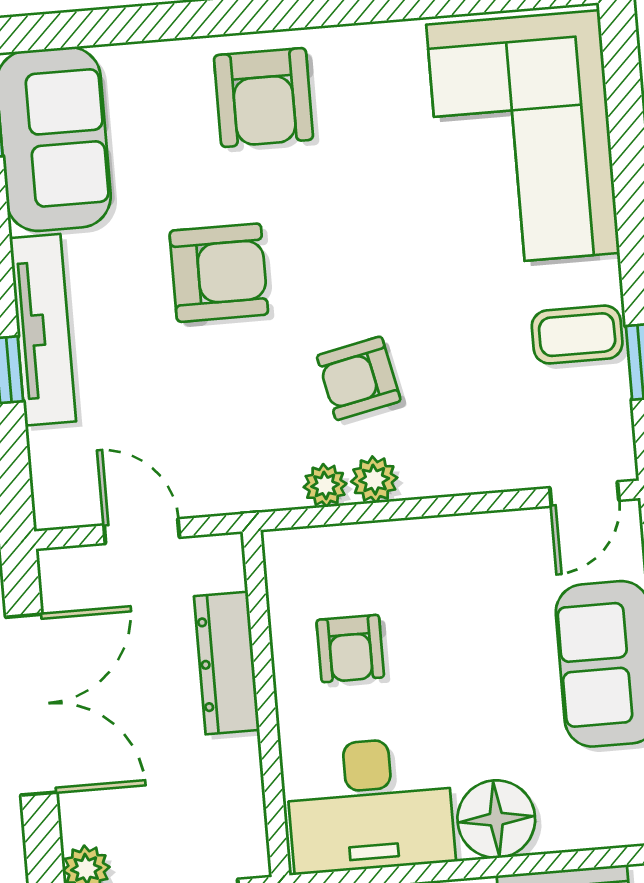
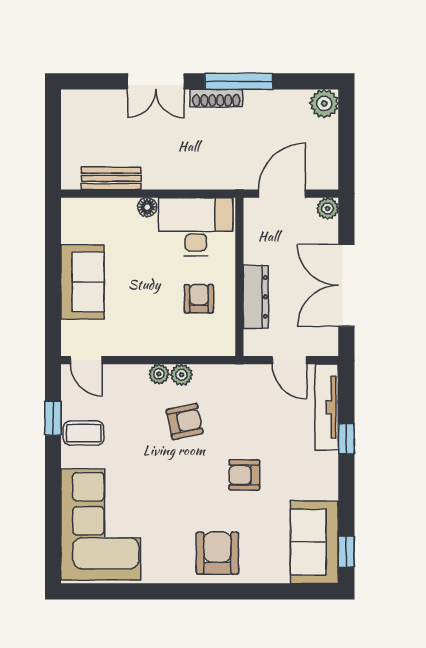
armchair: (219, 273) -> (244, 475), width x0.72, depth x0.72
tv unit: (43, 330) -> (327, 407), moved
plant: (325, 485) -> (159, 374), moved
door: (584, 494) -> (86, 360), swing flipped
floor lamp: (496, 819) -> (147, 207), width x0.53, depth x0.53

